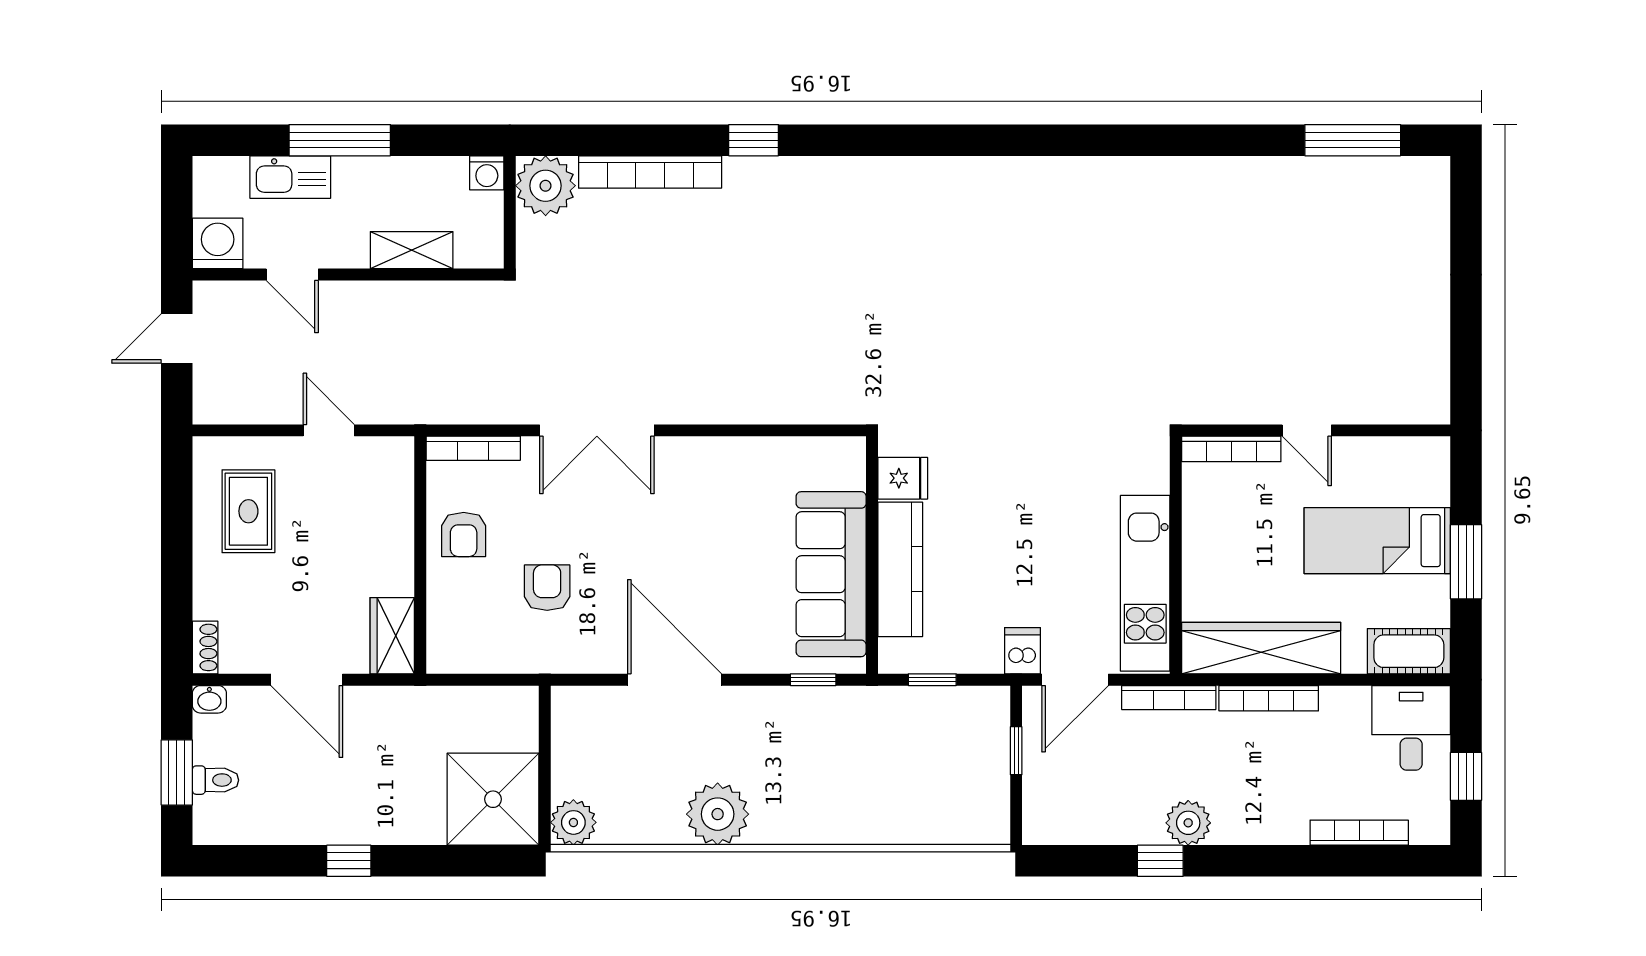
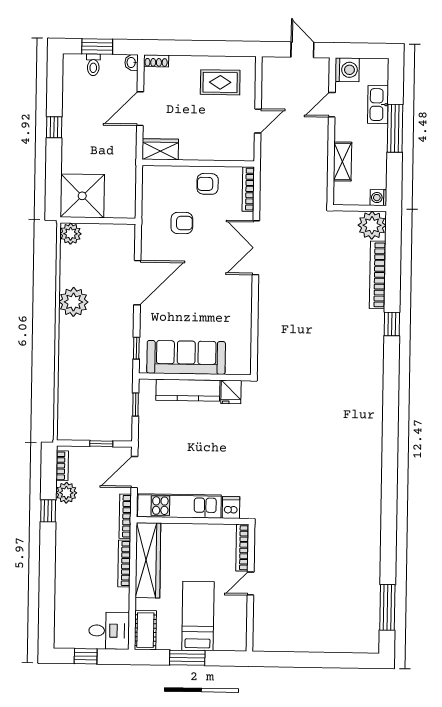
dishwasher: (1022, 651) -> (231, 508), moved, turned -90
door: (1075, 680) -> (134, 472), hinge flipped
plant: (1188, 823) -> (66, 493), moved
bookcase: (1359, 833) -> (62, 466), moved, width x0.64

